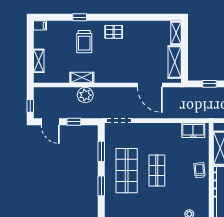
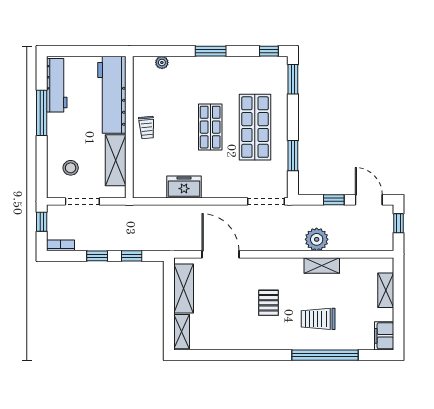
window: (80, 17) -> (325, 355), width x3.17
filing cabinet: (40, 25) -> (384, 336), width x2.00
pallet: (114, 32) -> (268, 303), moved, turned 90
trolley: (84, 42) -> (318, 319), turned -90
freezer: (193, 130) -> (184, 187), moved
window: (101, 186) -> (293, 79), moved

